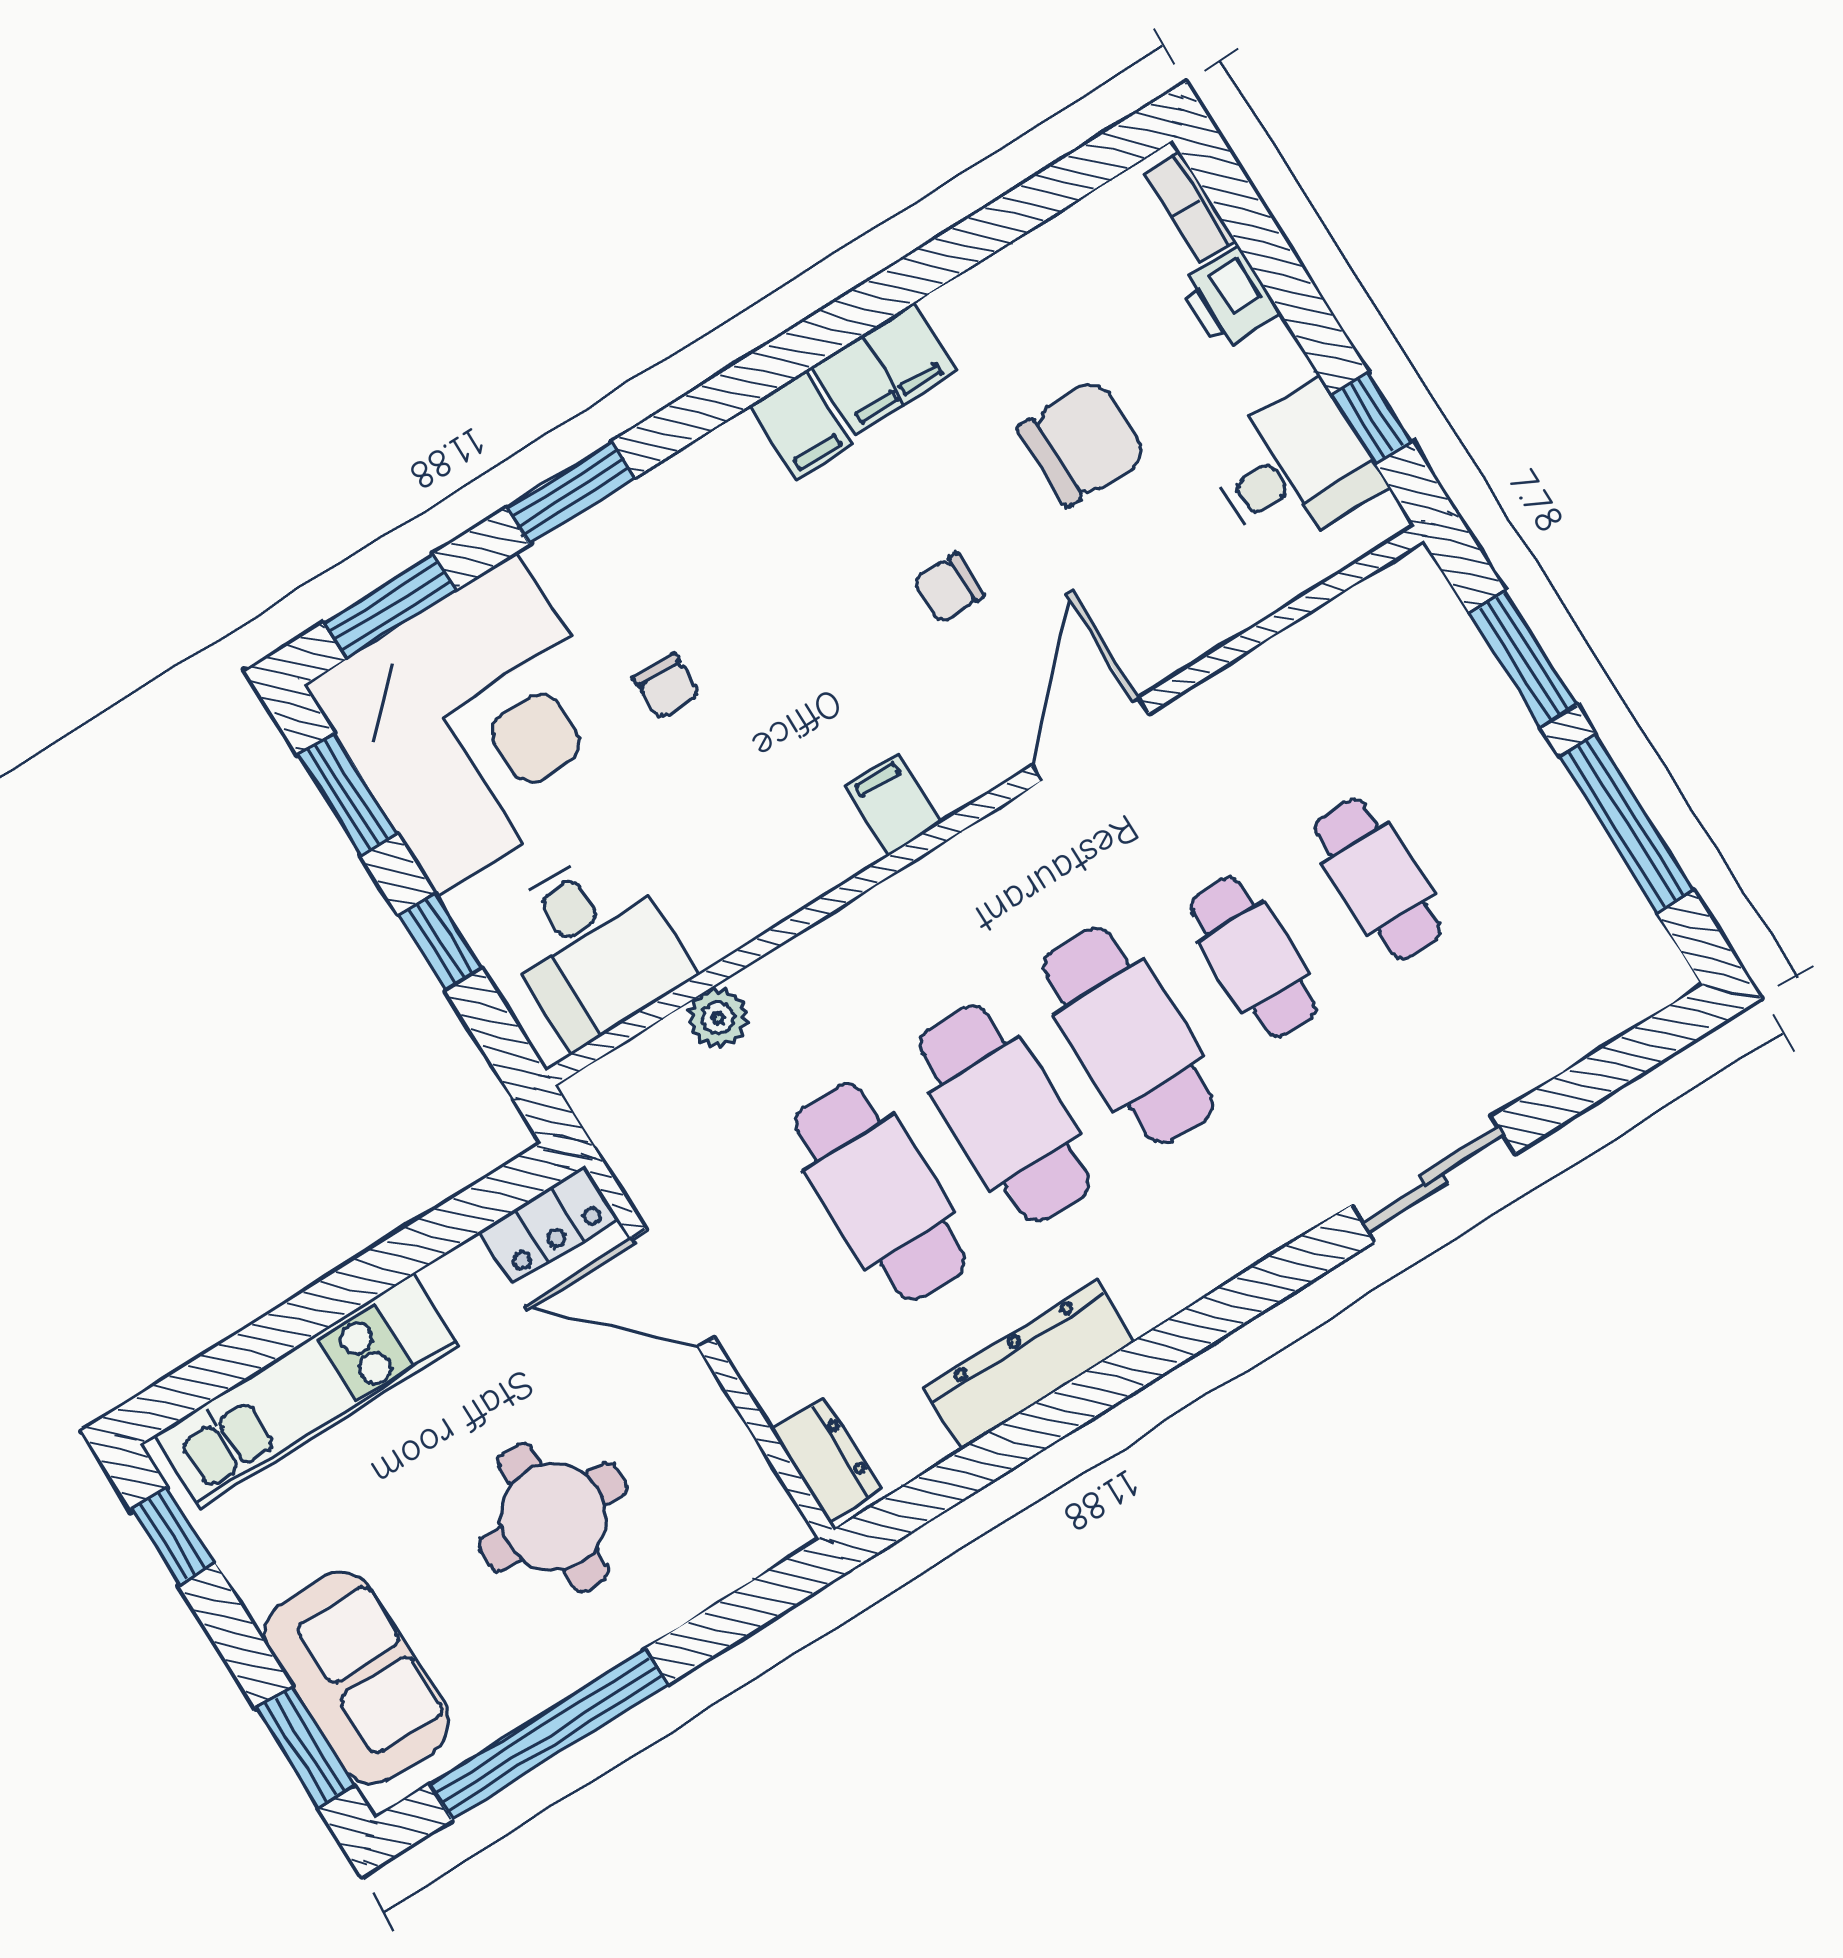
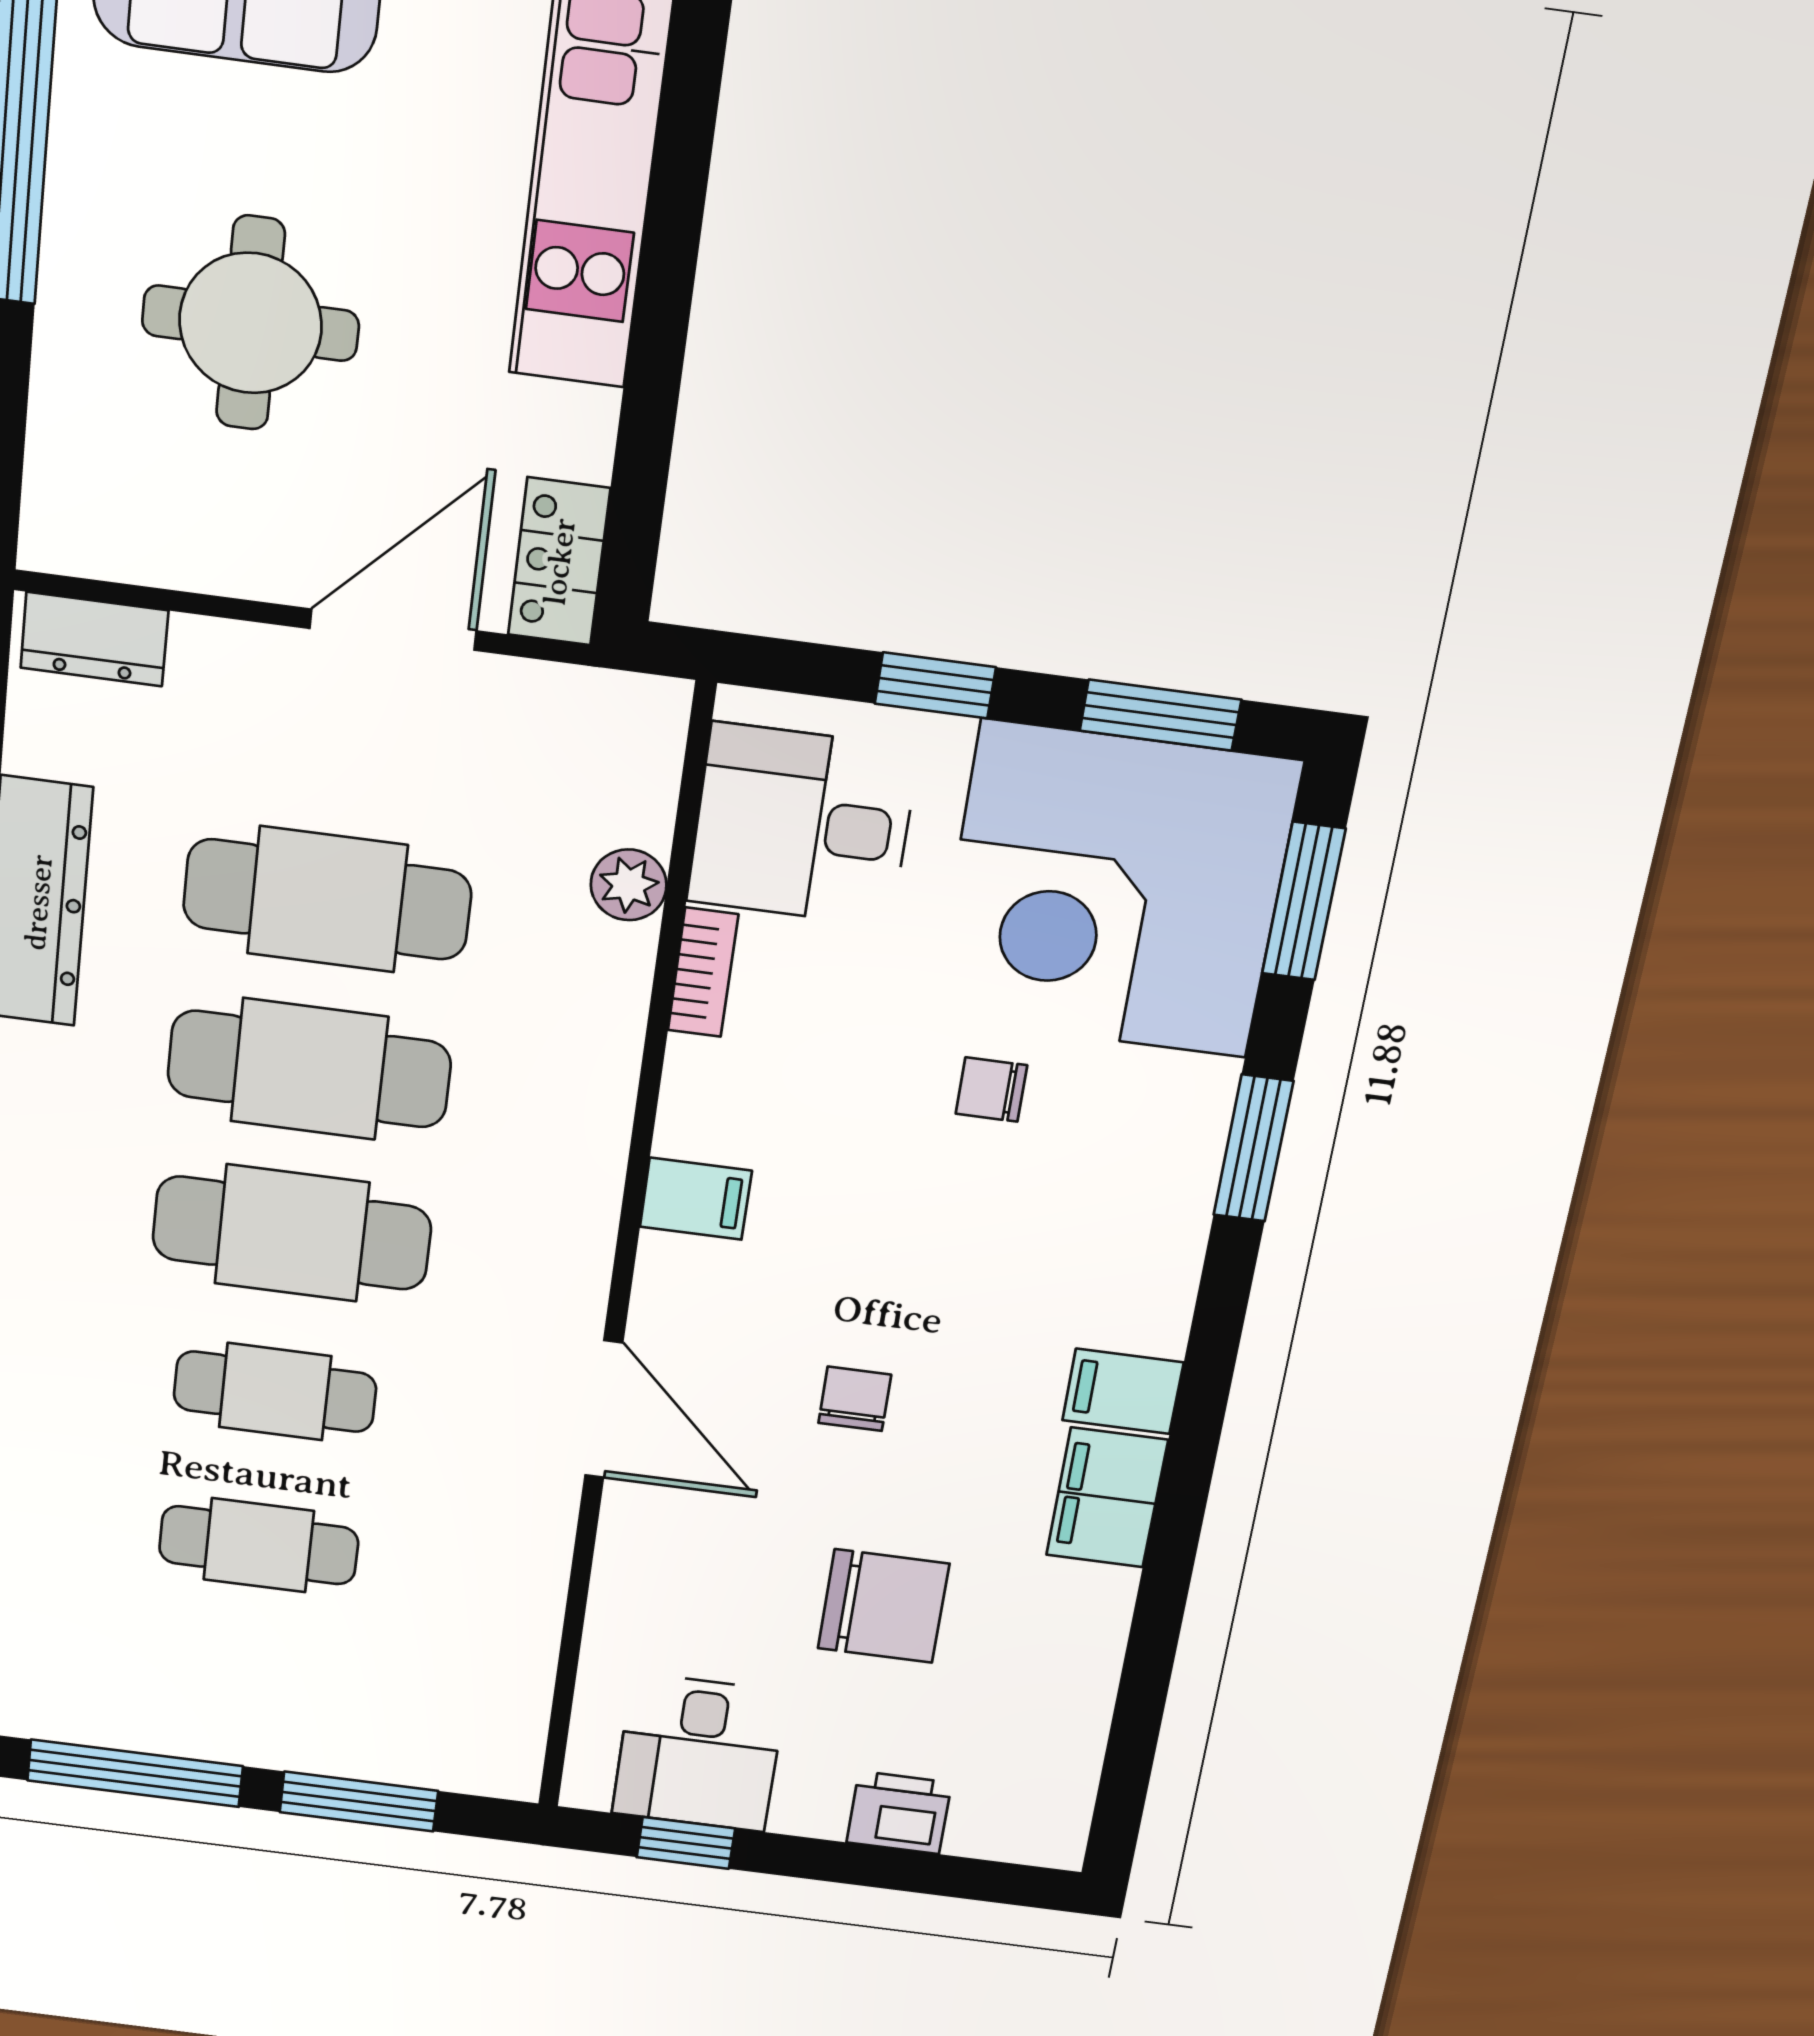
bookcase: (1190, 207) -> (703, 972), moved, turned 90
chair: (1082, 442) -> (884, 1606), turned -90

